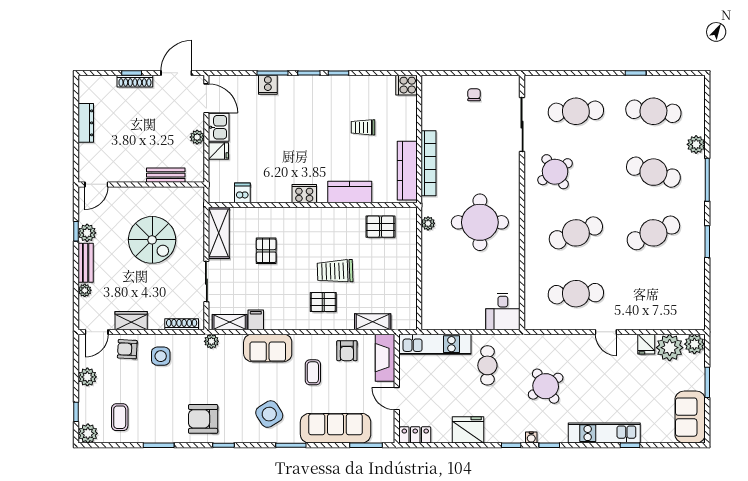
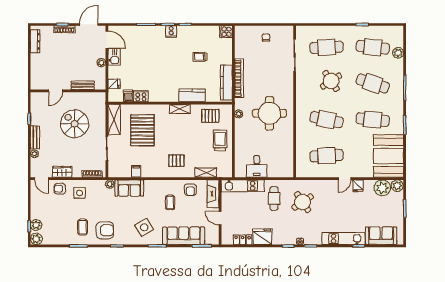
cooker: (268, 85) -> (171, 31), moved
dresser: (86, 123) -> (35, 41), moved
plant: (696, 144) -> (398, 53), moved
fridge: (218, 151) -> (114, 84), moved
round table: (555, 172) -> (331, 81), moved
door: (96, 184) -> (56, 91), moved
cooker: (304, 194) -> (141, 96), moved
plant: (87, 233) -> (36, 120), removed
cafe table: (576, 233) -> (327, 120), turned 33
cafe table: (653, 233) -> (373, 120), turned 30
spiral stairs: (152, 240) -> (74, 124), turned 180
pallet: (266, 251) -> (142, 130), width x2.05, depth x2.00
trolley: (335, 271) -> (220, 140), moved, turned 92
booth: (680, 294) -> (388, 156), added
desk: (503, 311) -> (257, 166), moved
shelving: (230, 322) -> (180, 109), moved
door: (97, 332) -> (42, 179), hinge flipped
door: (606, 332) -> (344, 179), hinge flipped
fridge: (646, 344) -> (358, 186), moved
sofa: (268, 348) -> (129, 188), moved
plant: (87, 377) -> (36, 225), moved
round table: (546, 386) -> (303, 202), moved
coffee table: (120, 417) -> (83, 227), moved
sofa: (690, 417) -> (381, 236), moved, turned 90
armchair: (203, 419) -> (105, 230), turned 180
locker: (415, 435) -> (243, 240), moved

